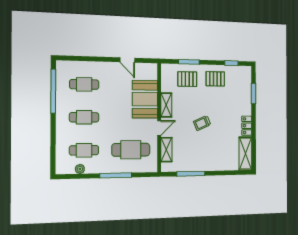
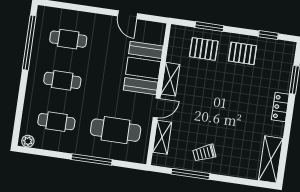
trolley: (202, 123) -> (204, 153), moved
locker: (247, 126) -> (280, 107), moved
plant: (80, 169) -> (28, 141), moved

